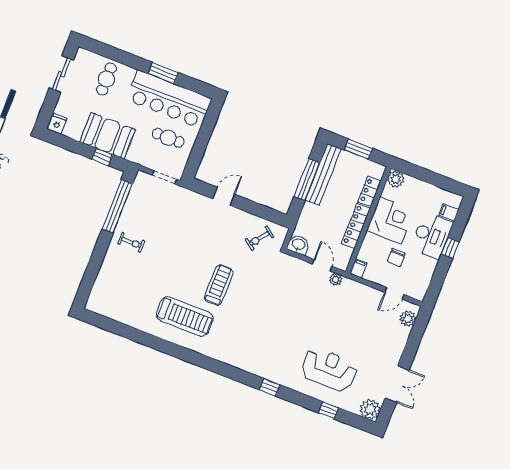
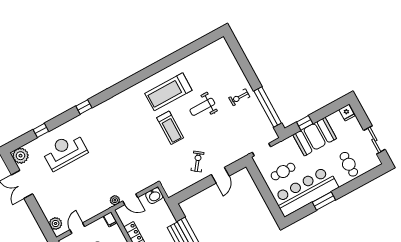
exercise bike: (259, 238) -> (198, 162), moved
weight bench: (171, 271) -> (202, 107), added
reception desk: (329, 369) -> (65, 151), turned 180

